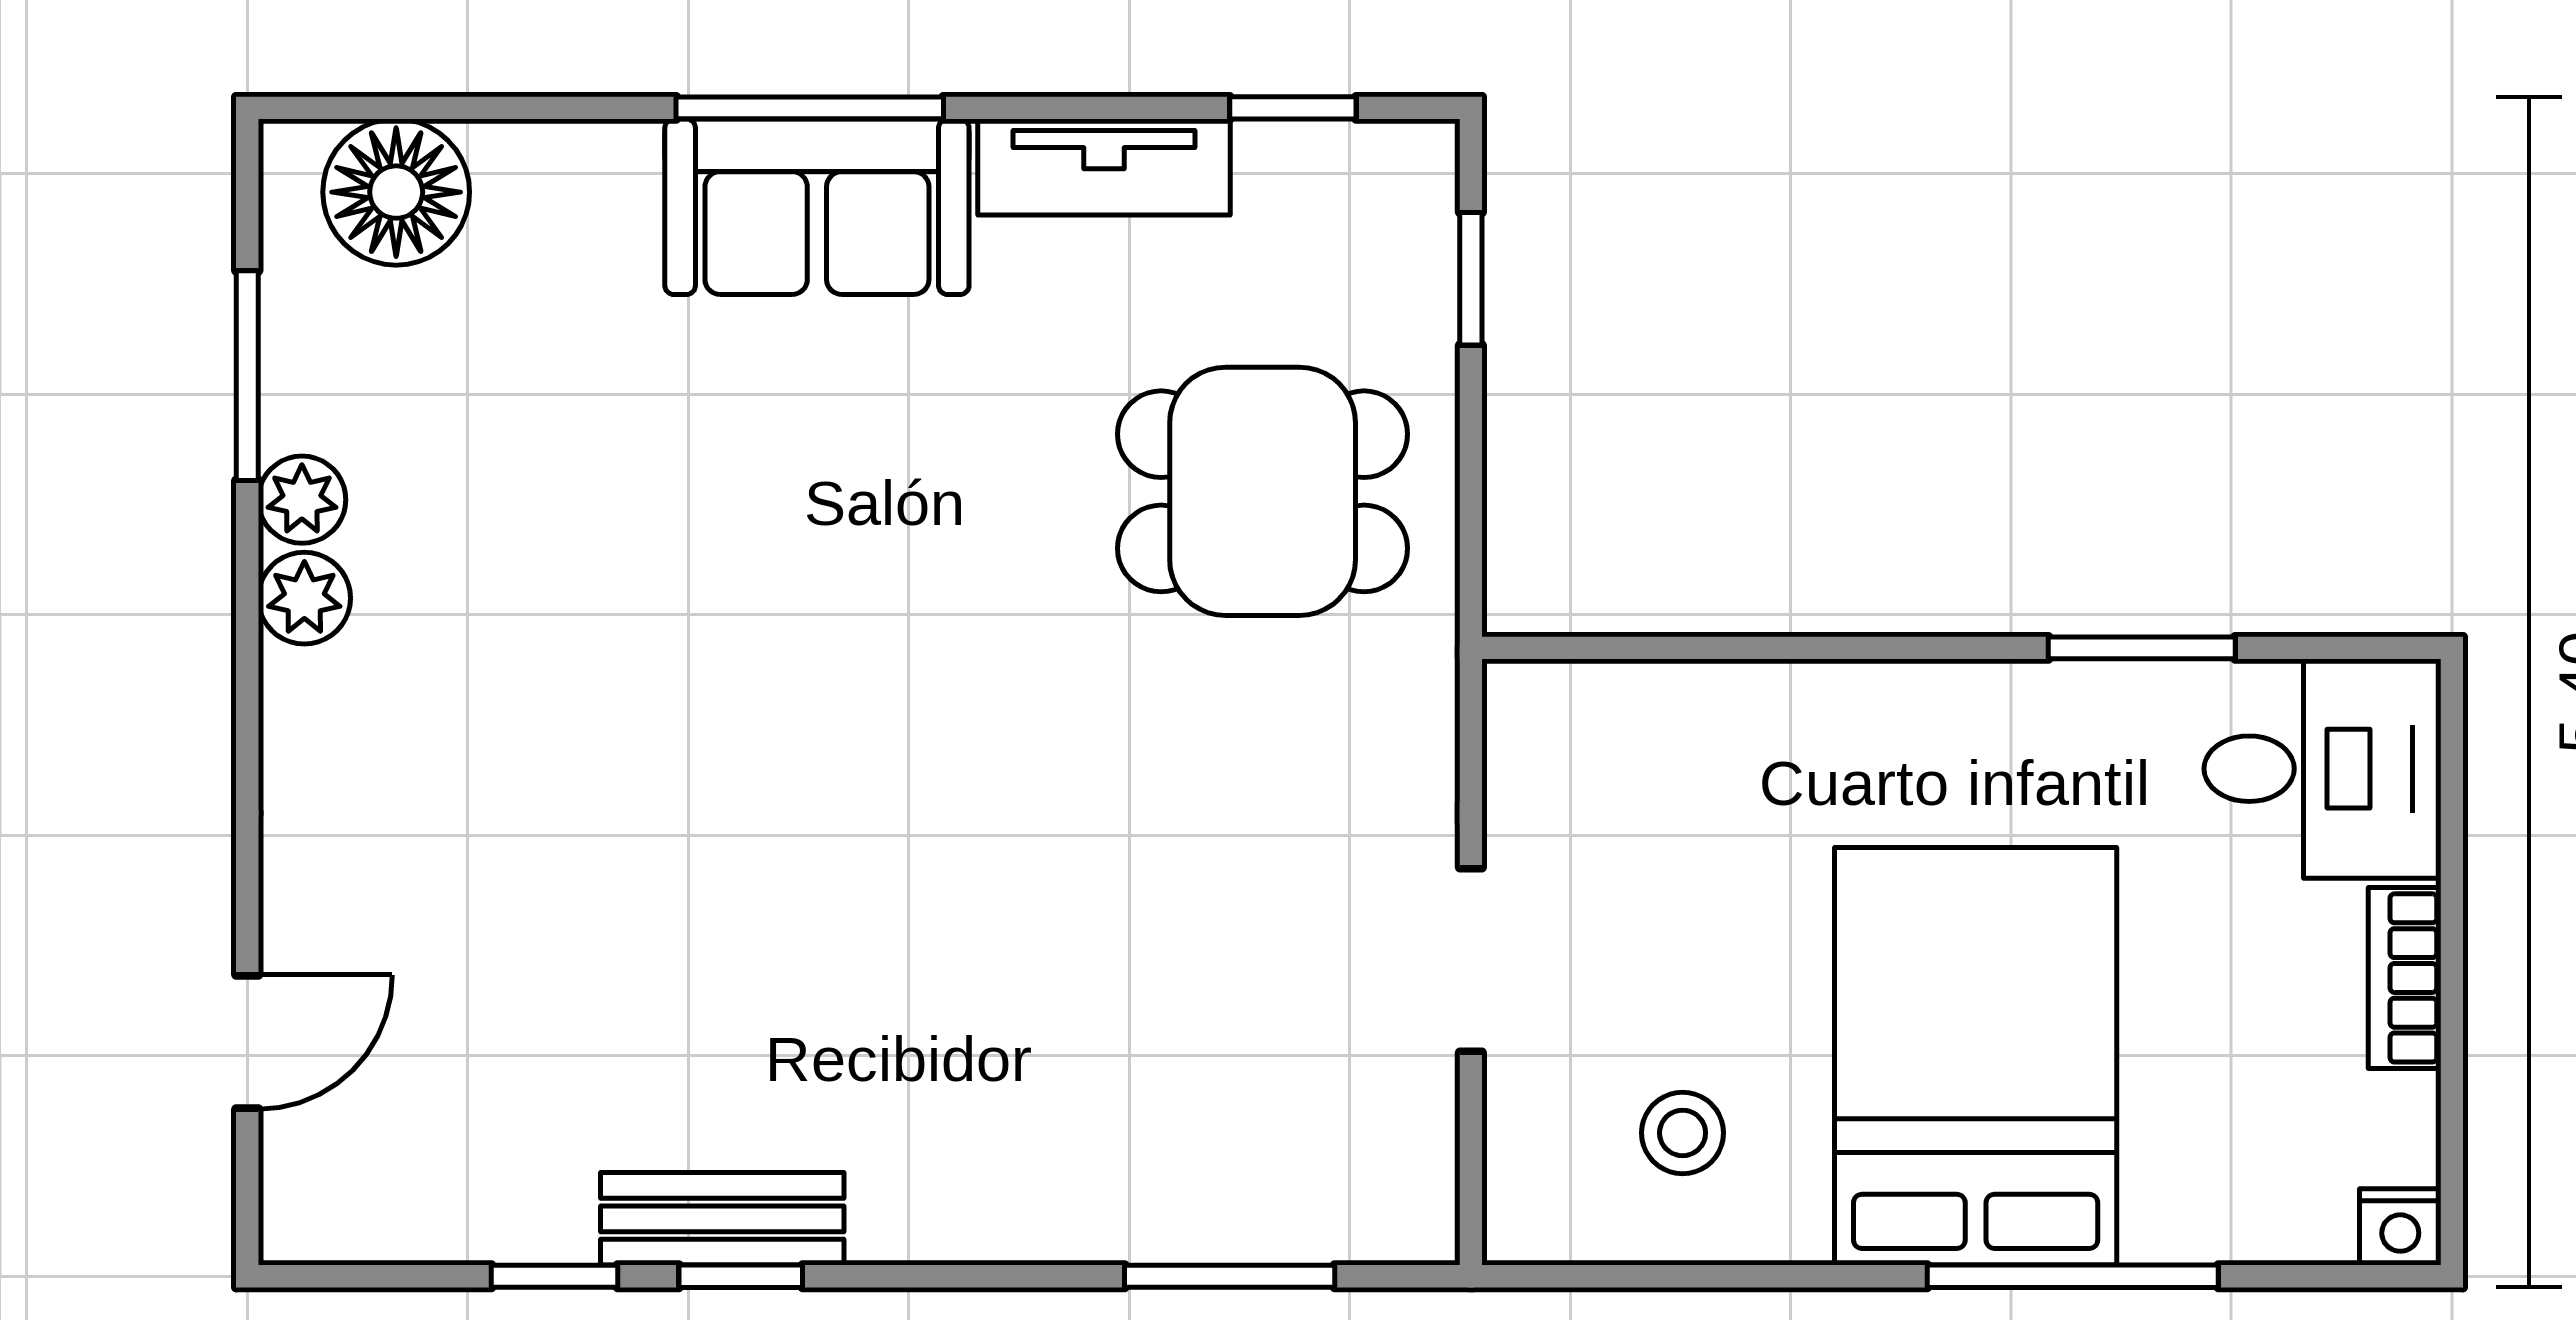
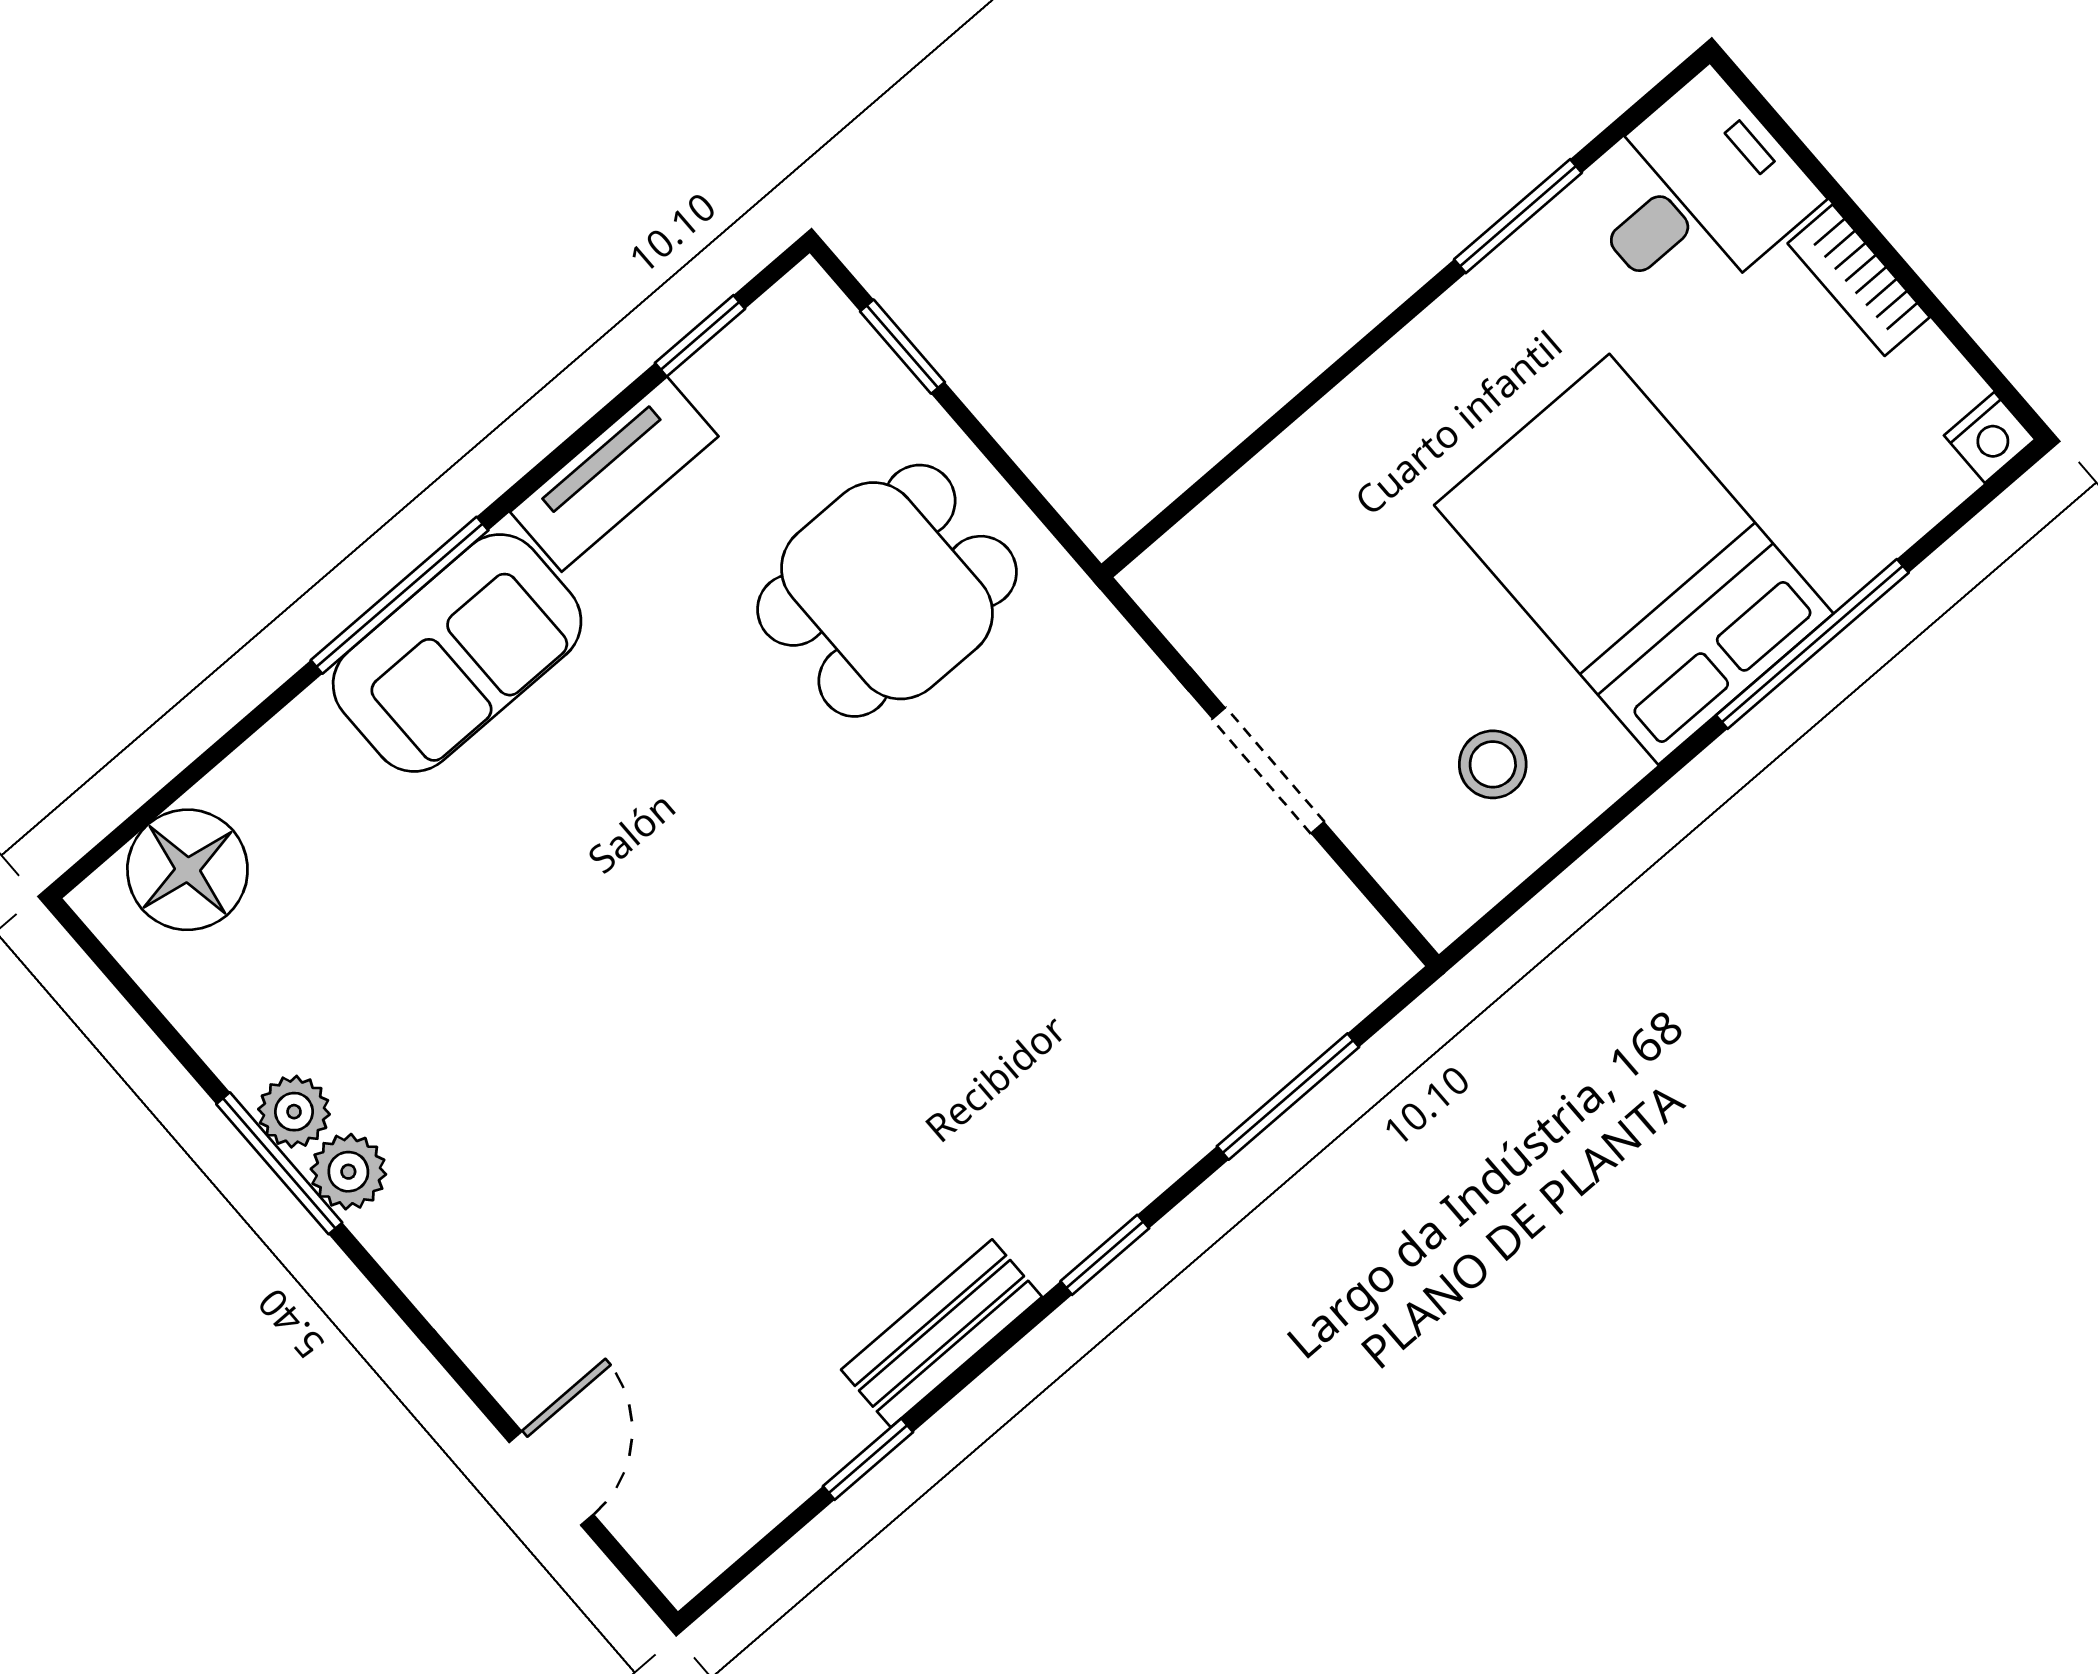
window: (247, 376) -> (279, 1163), moved
window: (741, 1276) -> (1105, 1255), moved

